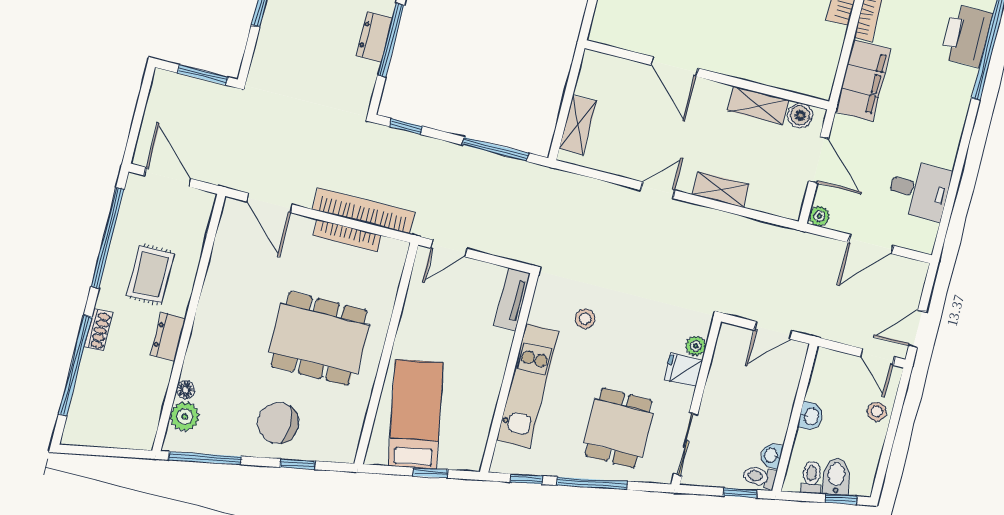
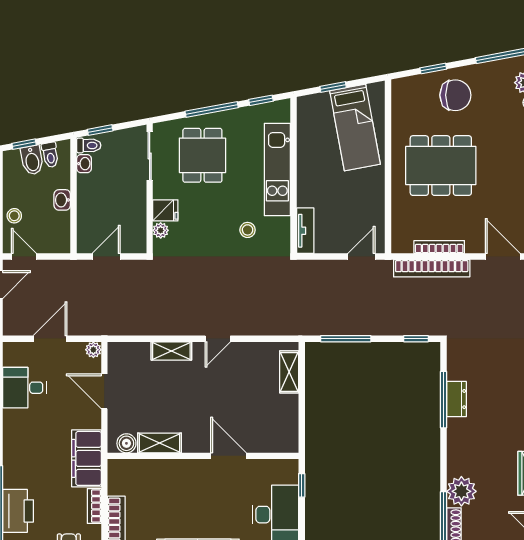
door: (675, 67) -> (229, 456), moved
wall: (707, 75) -> (203, 456), moved
shelving: (758, 105) -> (160, 443), moved
boiler: (800, 115) -> (126, 443), moved

